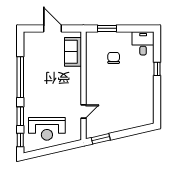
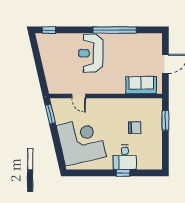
desk: (143, 43) -> (125, 157), moved, turned 90
corner desk: (127, 109) -> (81, 141), added
window: (20, 116) -> (74, 30), removed
reception desk: (47, 129) -> (91, 53), moved

